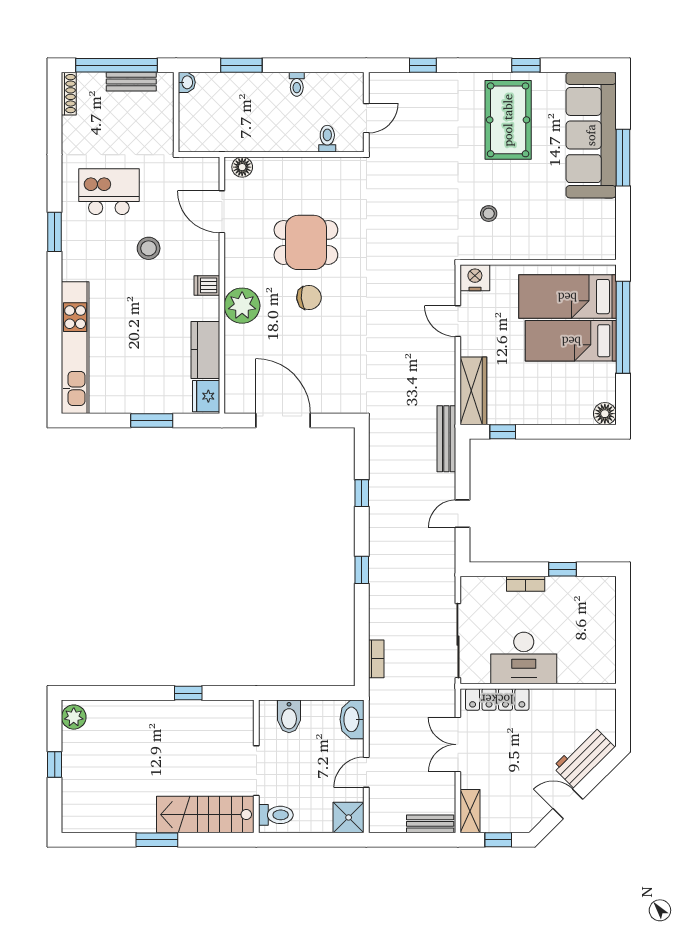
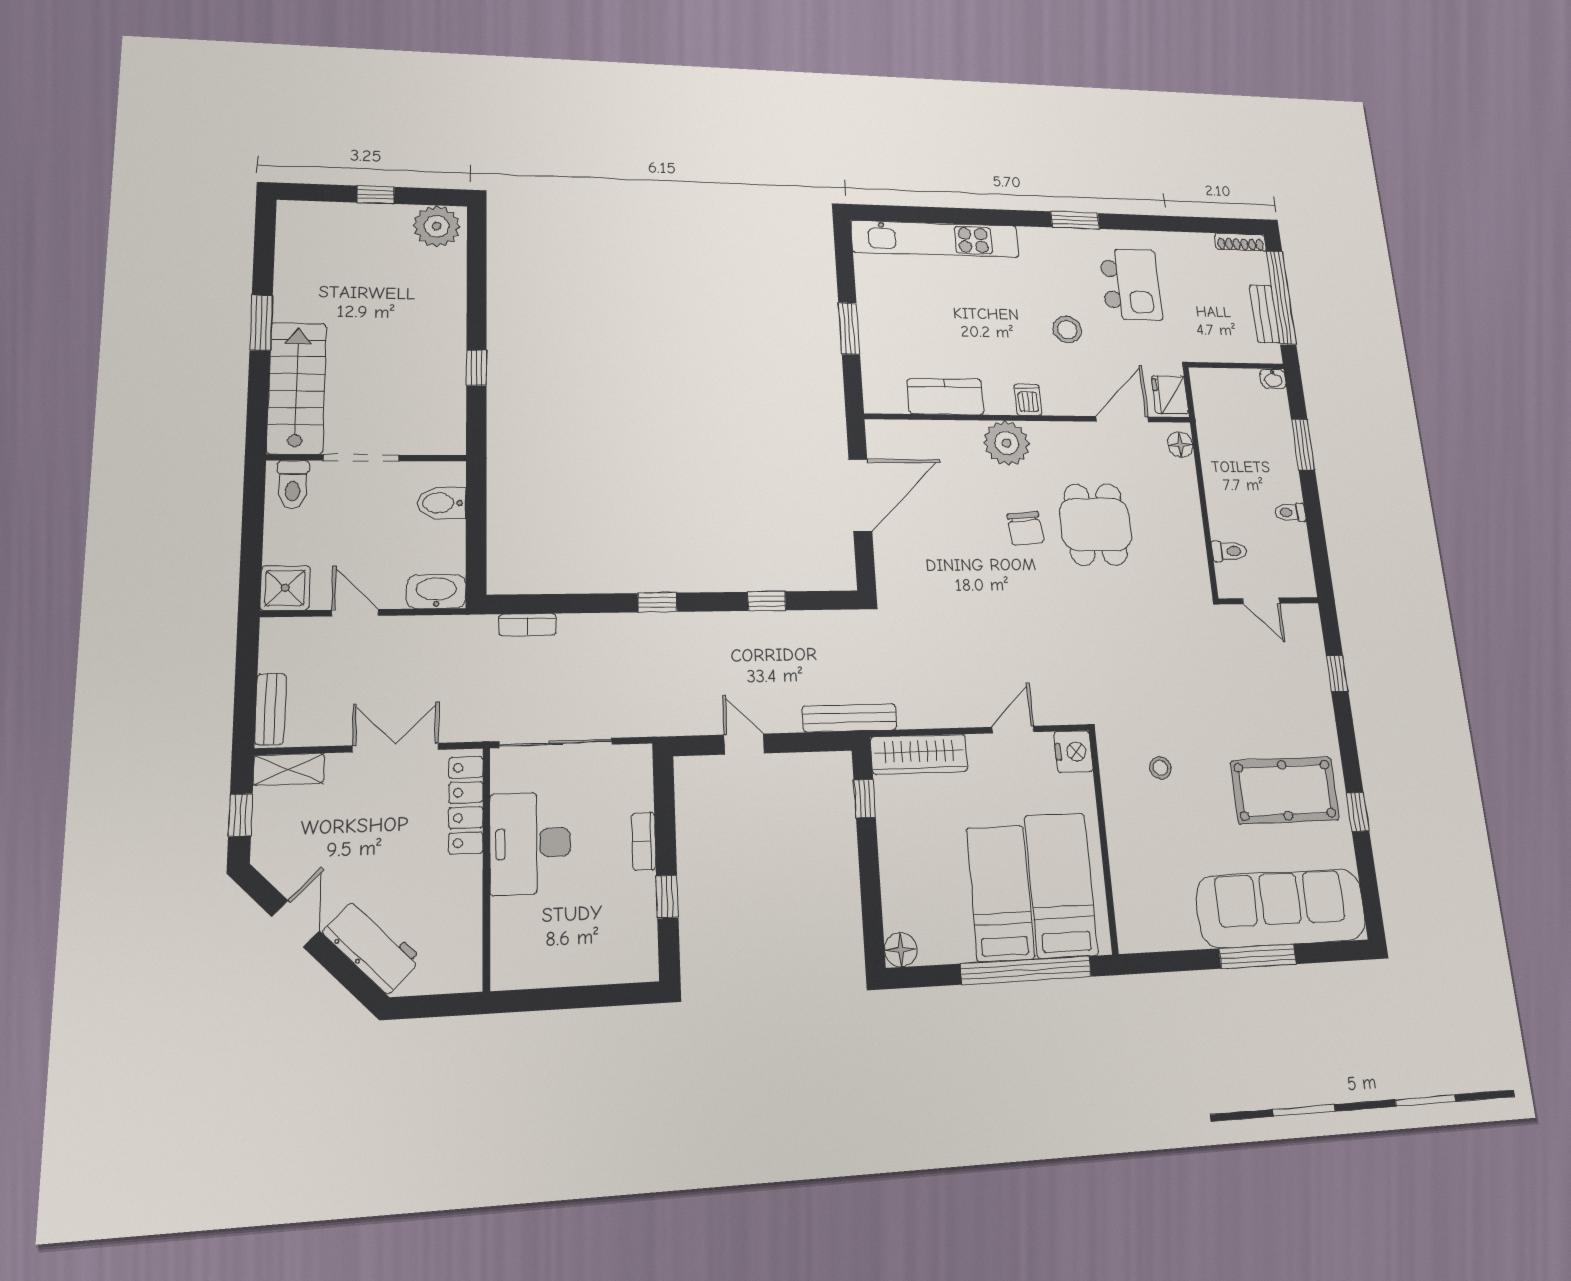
fridge: (206, 396) -> (1170, 395), moved, turned -90
plant: (74, 717) -> (437, 226), width x1.36, depth x1.36

